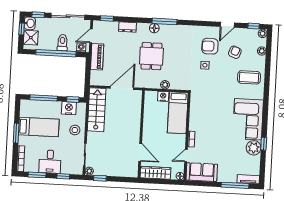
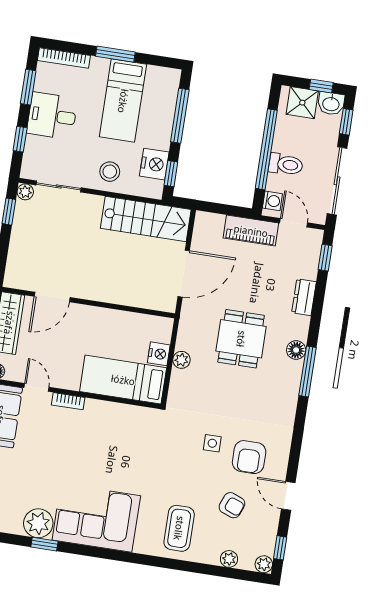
armchair: (210, 46) -> (249, 457), turned 180
dining table: (151, 56) -> (241, 339), turned 90
door: (122, 88) -> (184, 274), hinge flipped

